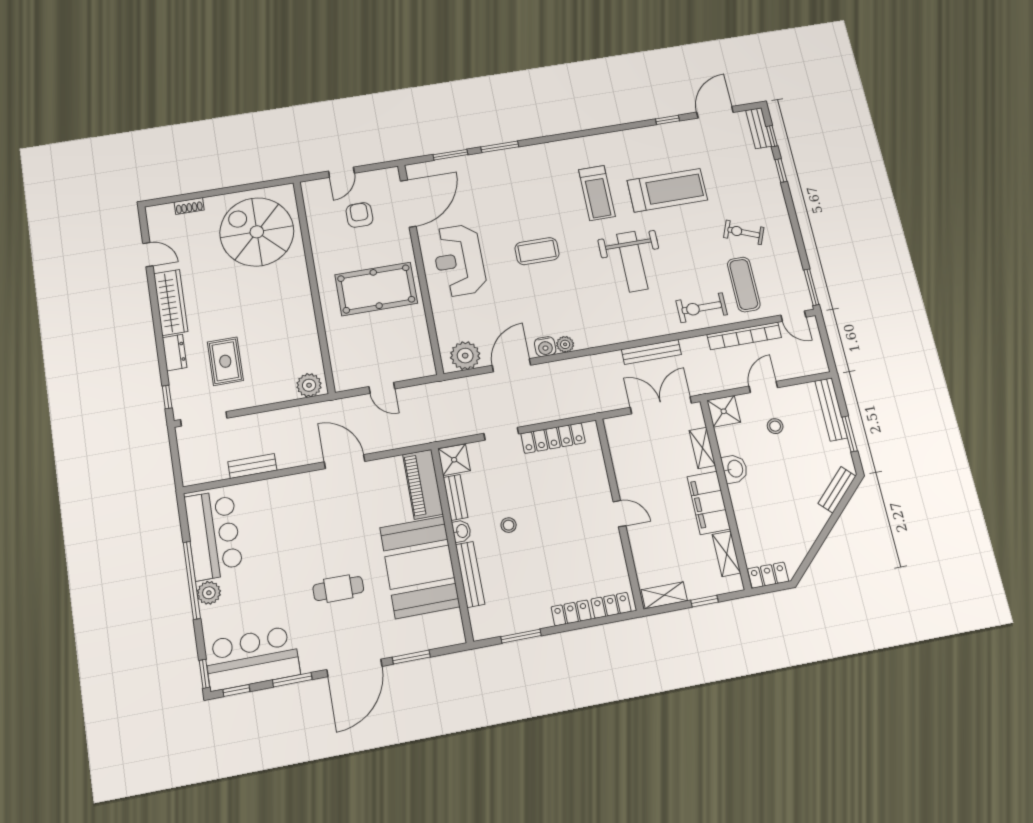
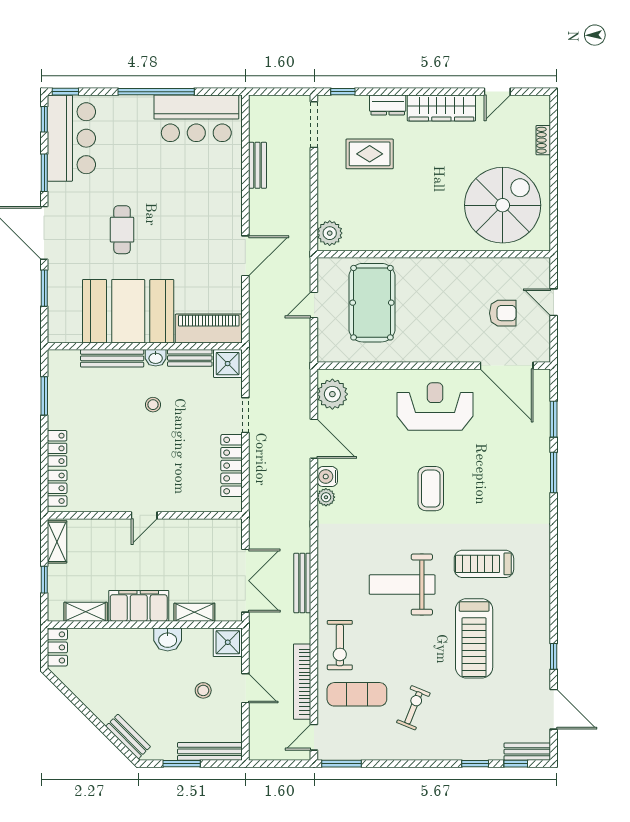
pool table: (376, 289) -> (372, 303), moved
exercise bike: (702, 308) -> (340, 645), turned 180
plant: (209, 593) -> (141, 106), removed

